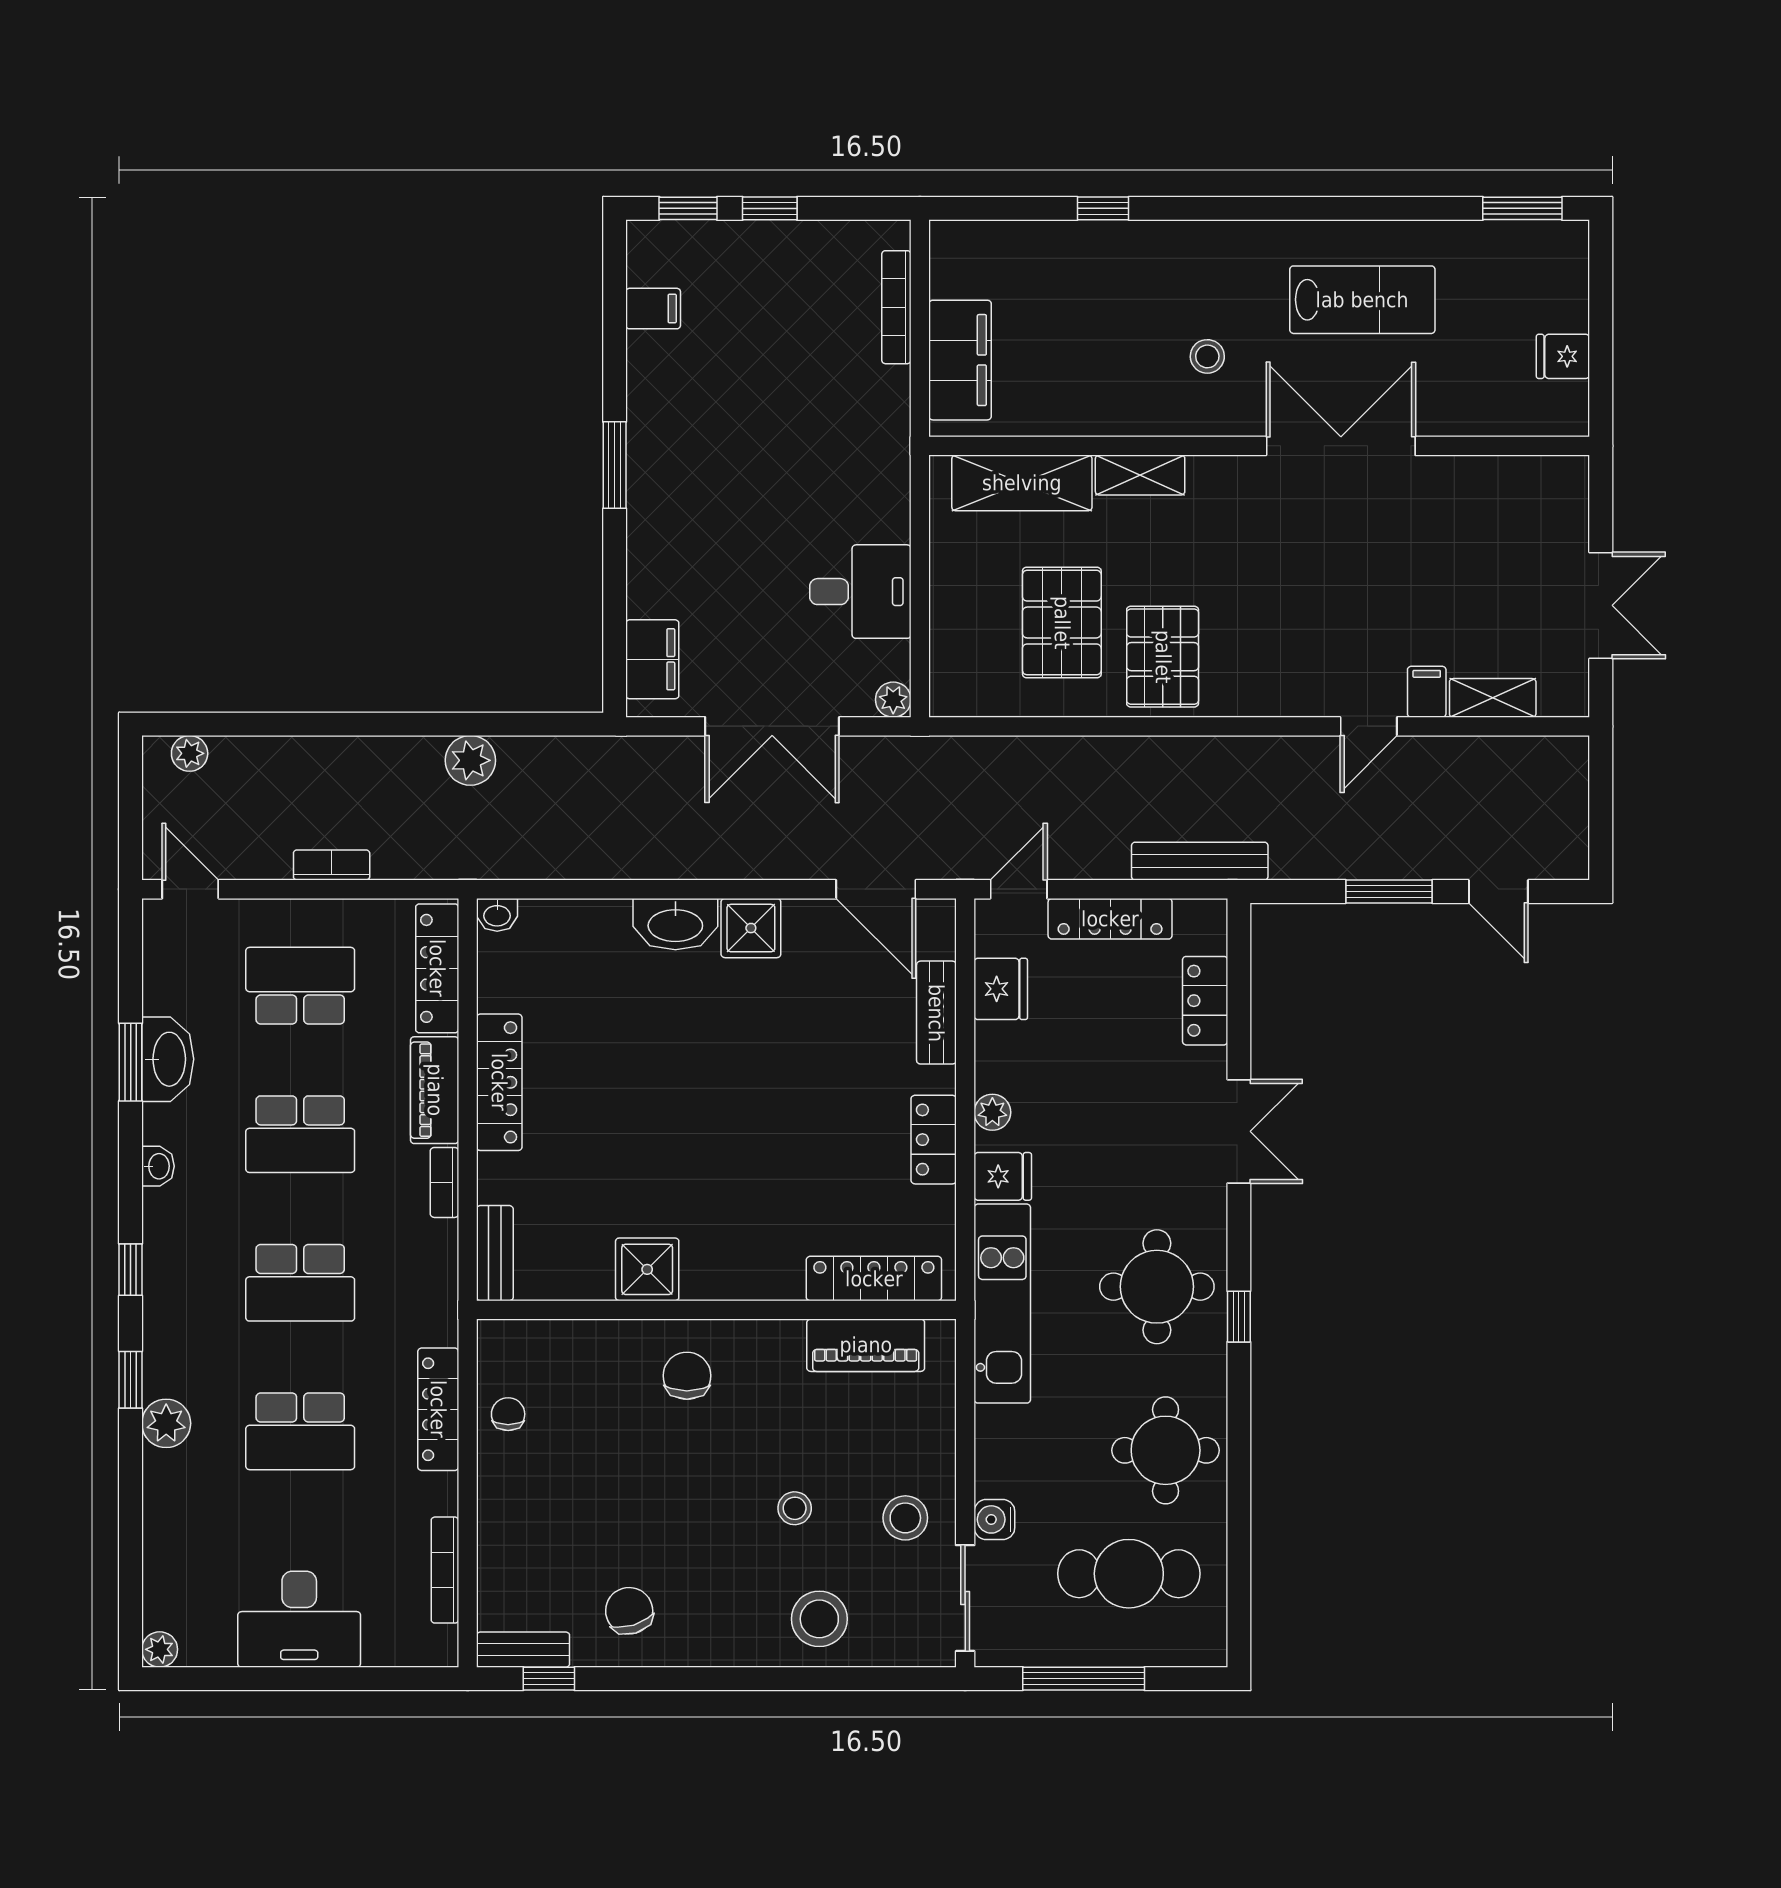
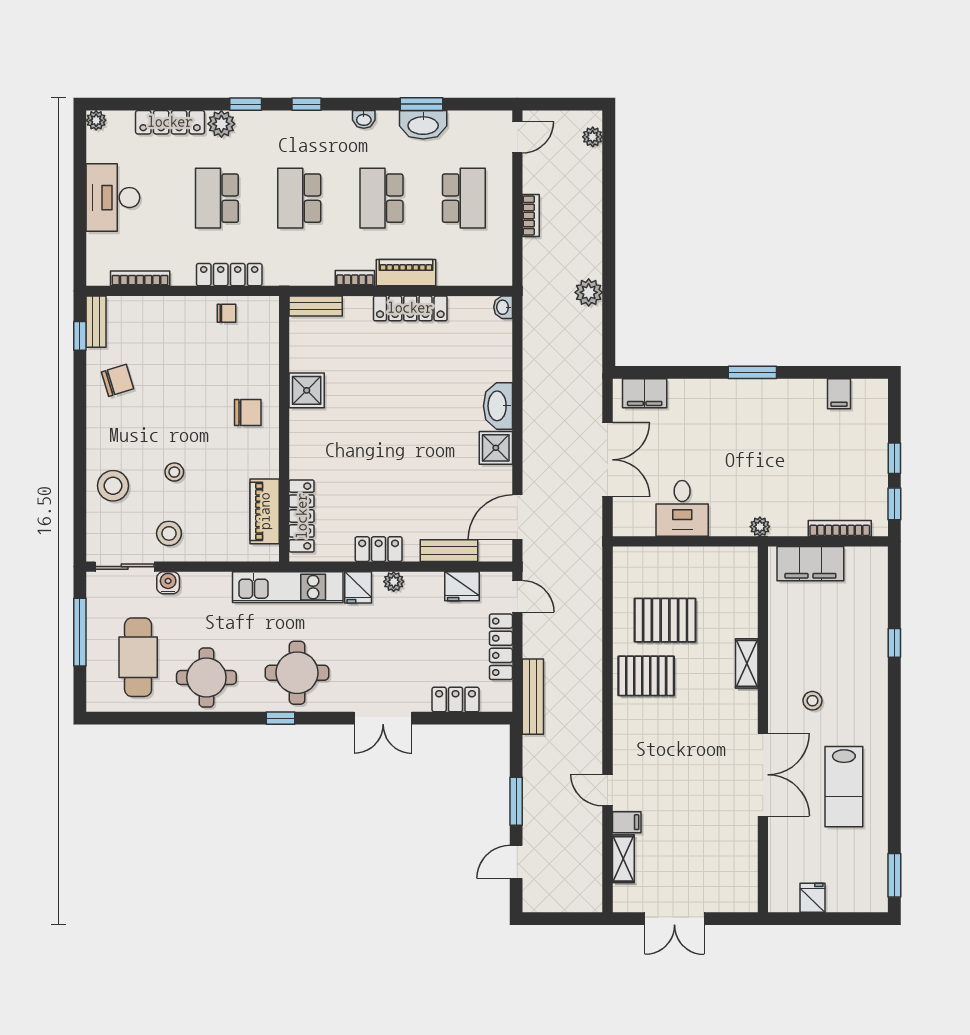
window: (688, 208) -> (894, 504), moved
shelving: (1022, 483) -> (742, 598), removed
plant: (893, 700) -> (760, 527), moved
double door: (772, 726) -> (608, 460), swing flipped
locker: (437, 968) -> (170, 122), moved, turned 180

